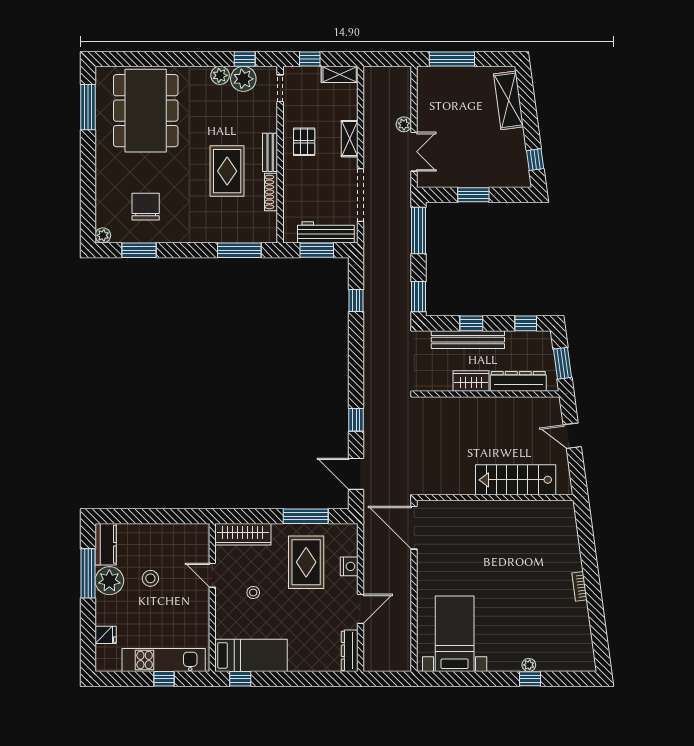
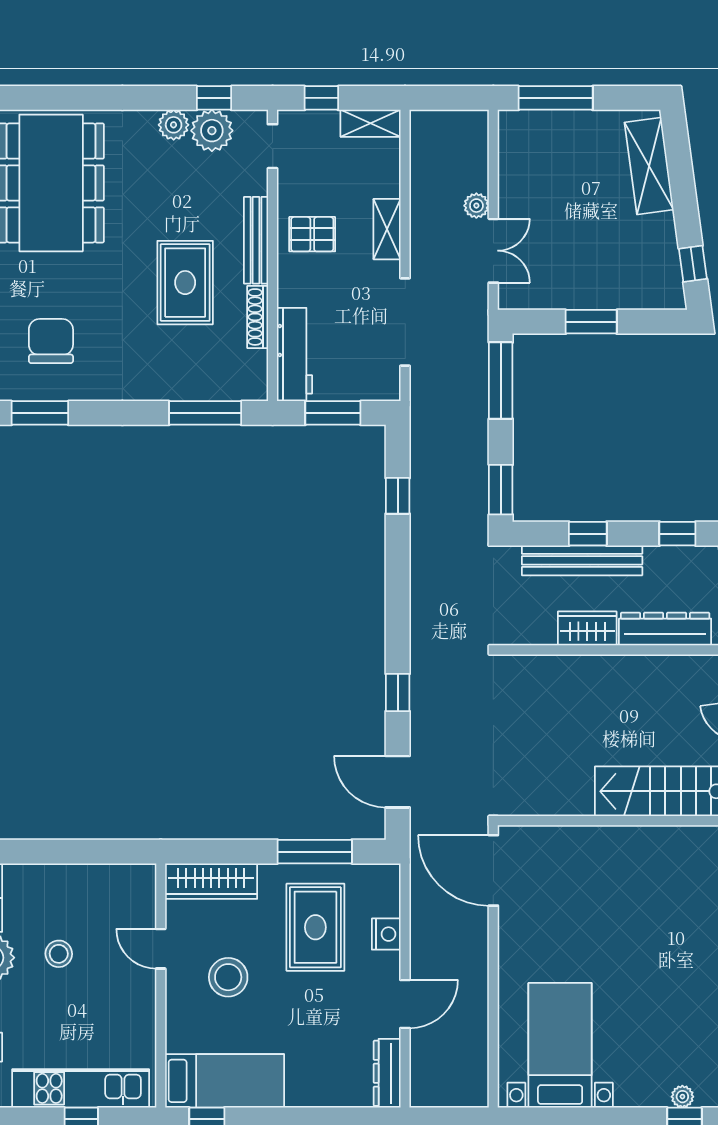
pallet: (304, 142) -> (312, 234), turned 90
bench: (270, 152) -> (256, 240), width x1.36
workbench: (326, 232) -> (294, 354), moved, turned 90
stool: (253, 593) -> (228, 977), width x1.89, depth x1.89

